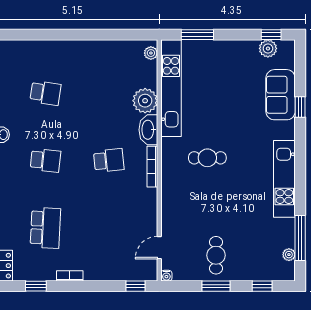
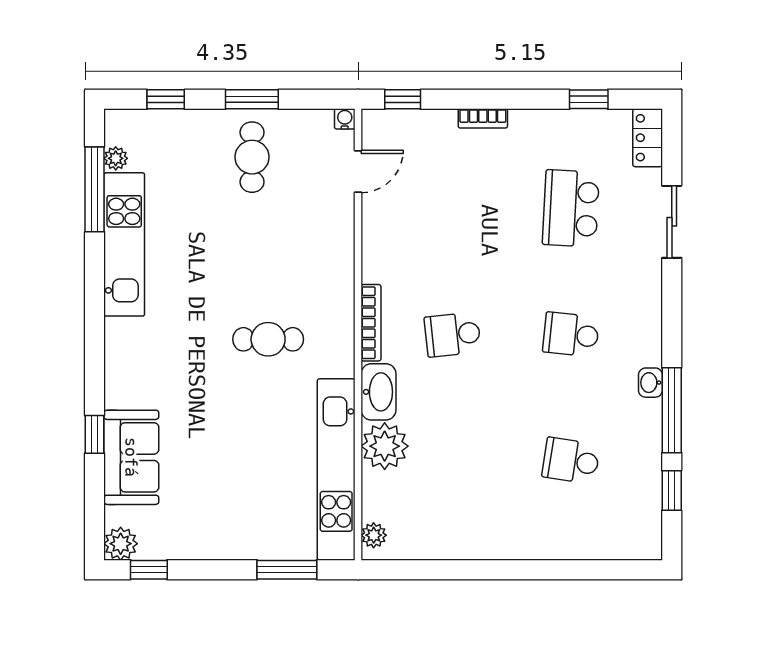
plant: (268, 48) -> (121, 544), moved
kitchen unit: (284, 179) -> (124, 244), moved
bookcase: (70, 276) -> (483, 118), moved

